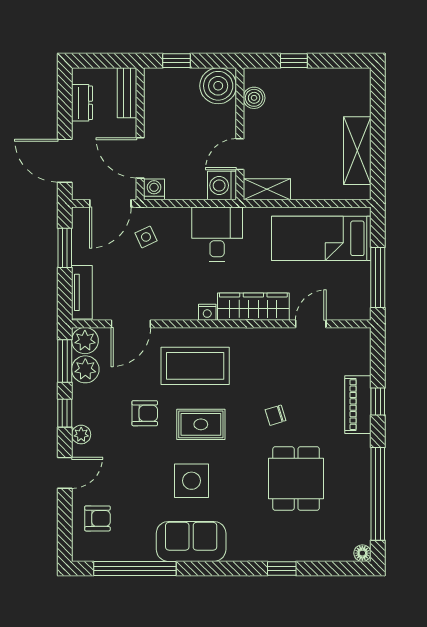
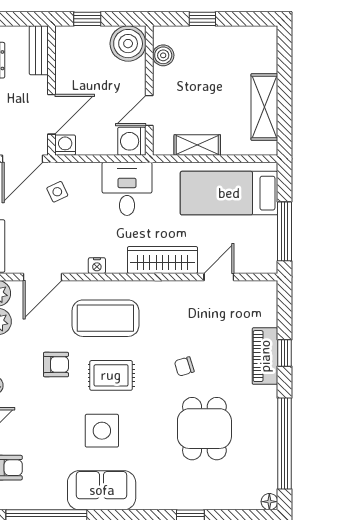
door: (140, 158) -> (52, 114), swing flipped
shelving: (267, 189) -> (197, 145), moved
nightstand: (207, 312) -> (97, 266), moved

